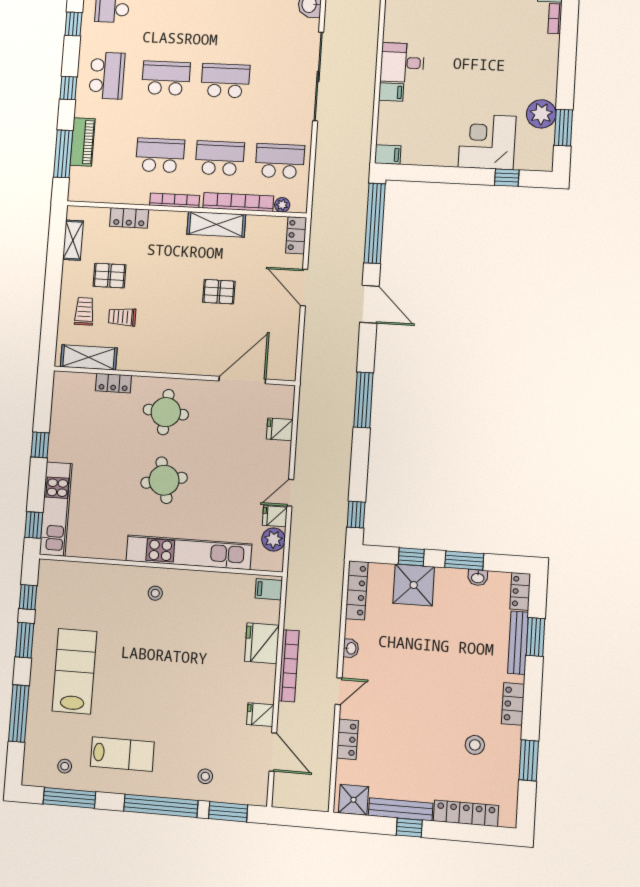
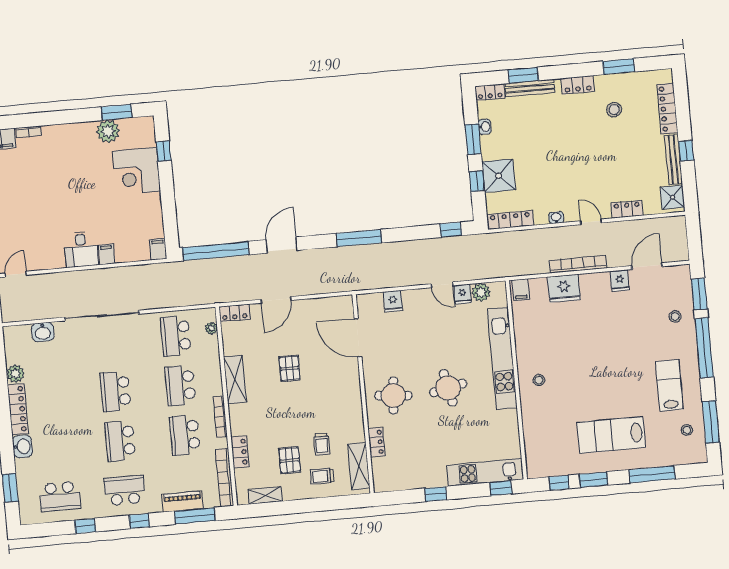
bookcase: (238, 202) -> (224, 478), moved

